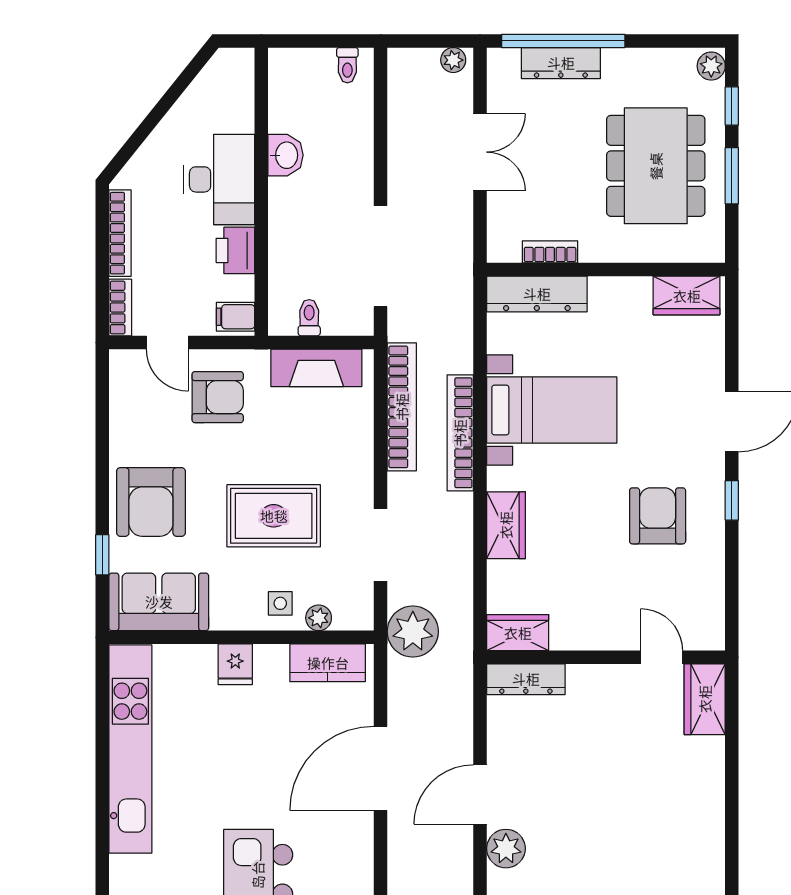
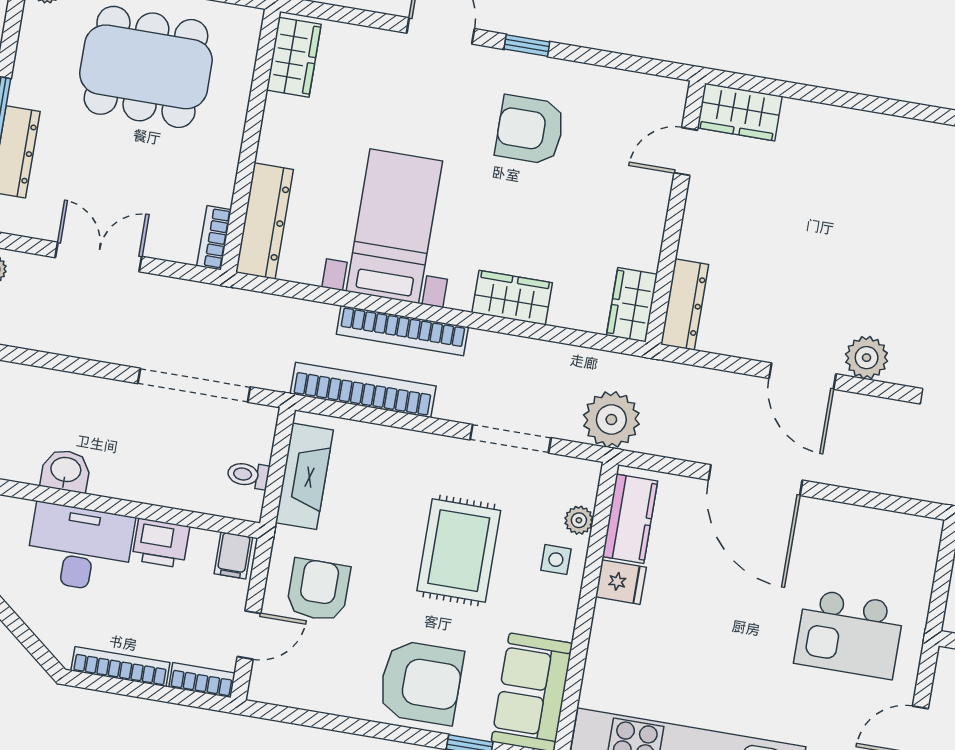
bookcase: (550, 252) -> (214, 238), moved
fridge: (235, 664) -> (621, 582), moved

